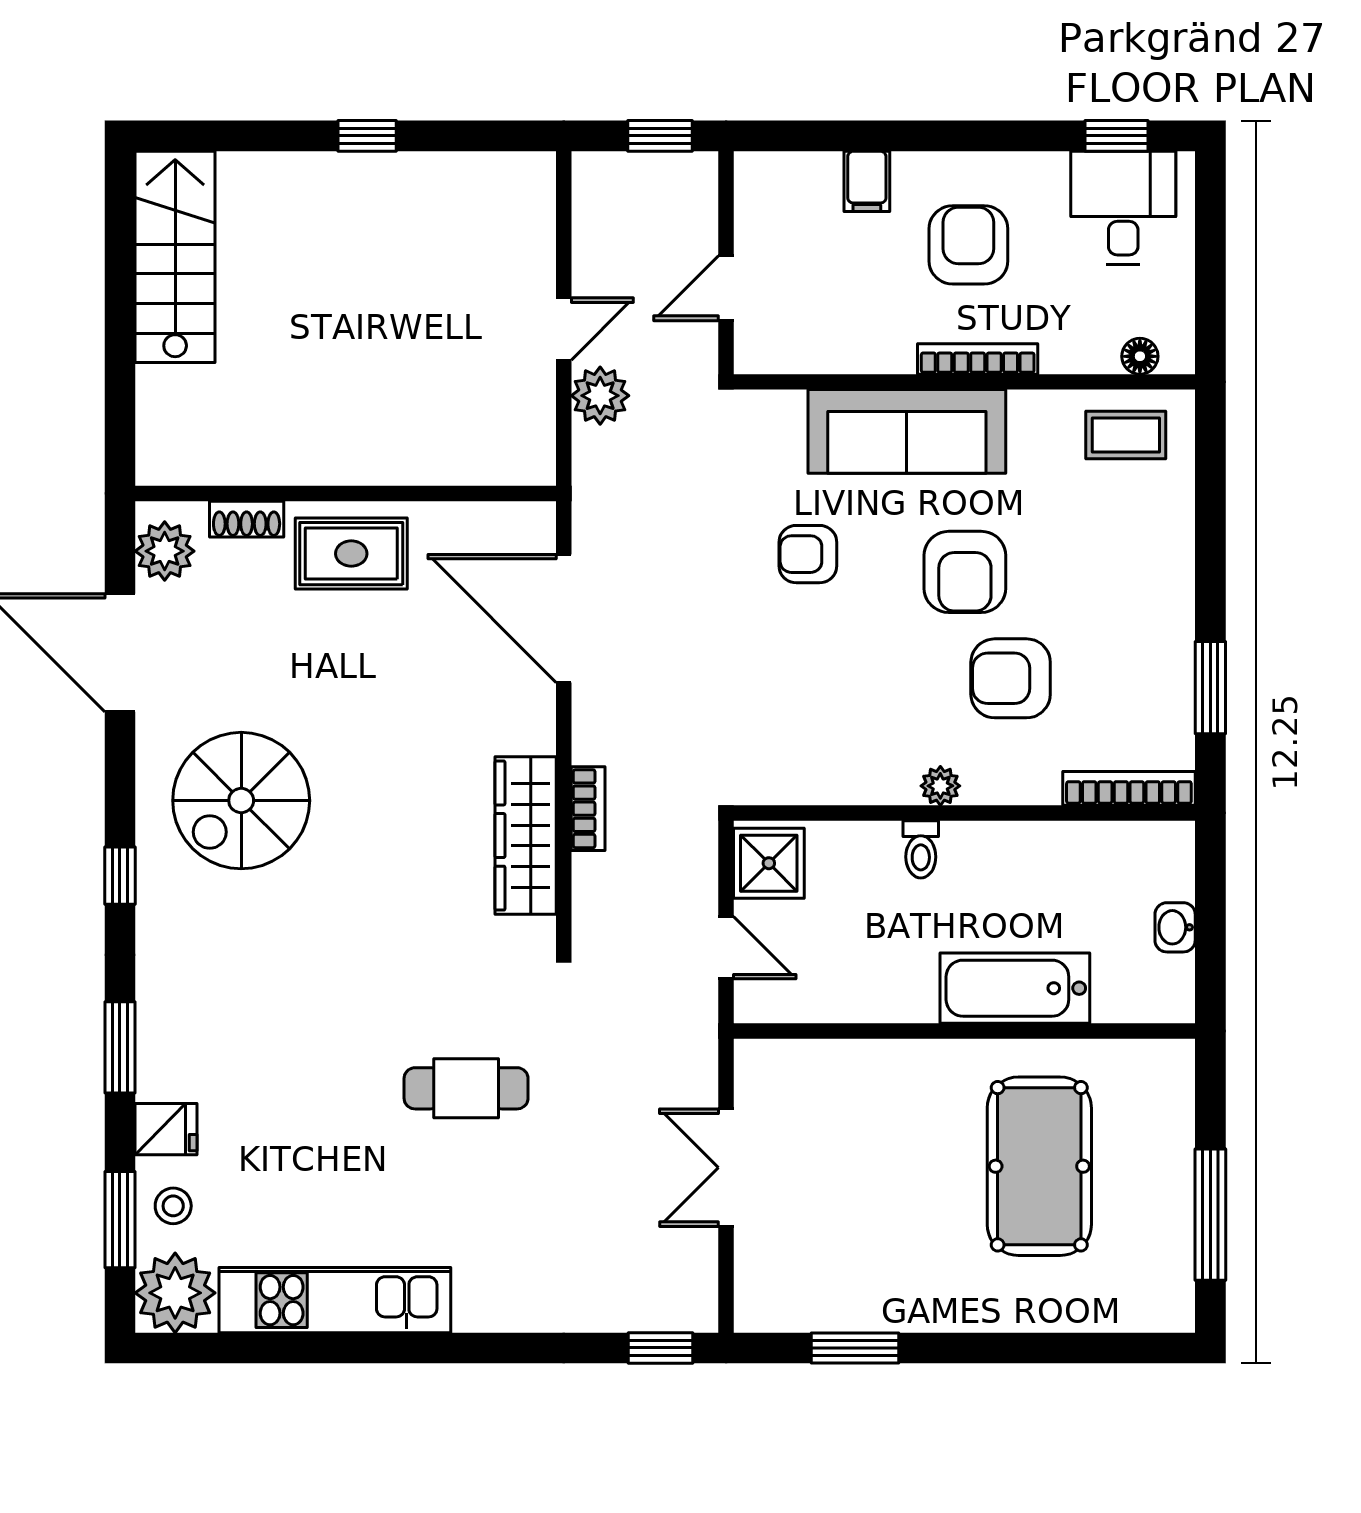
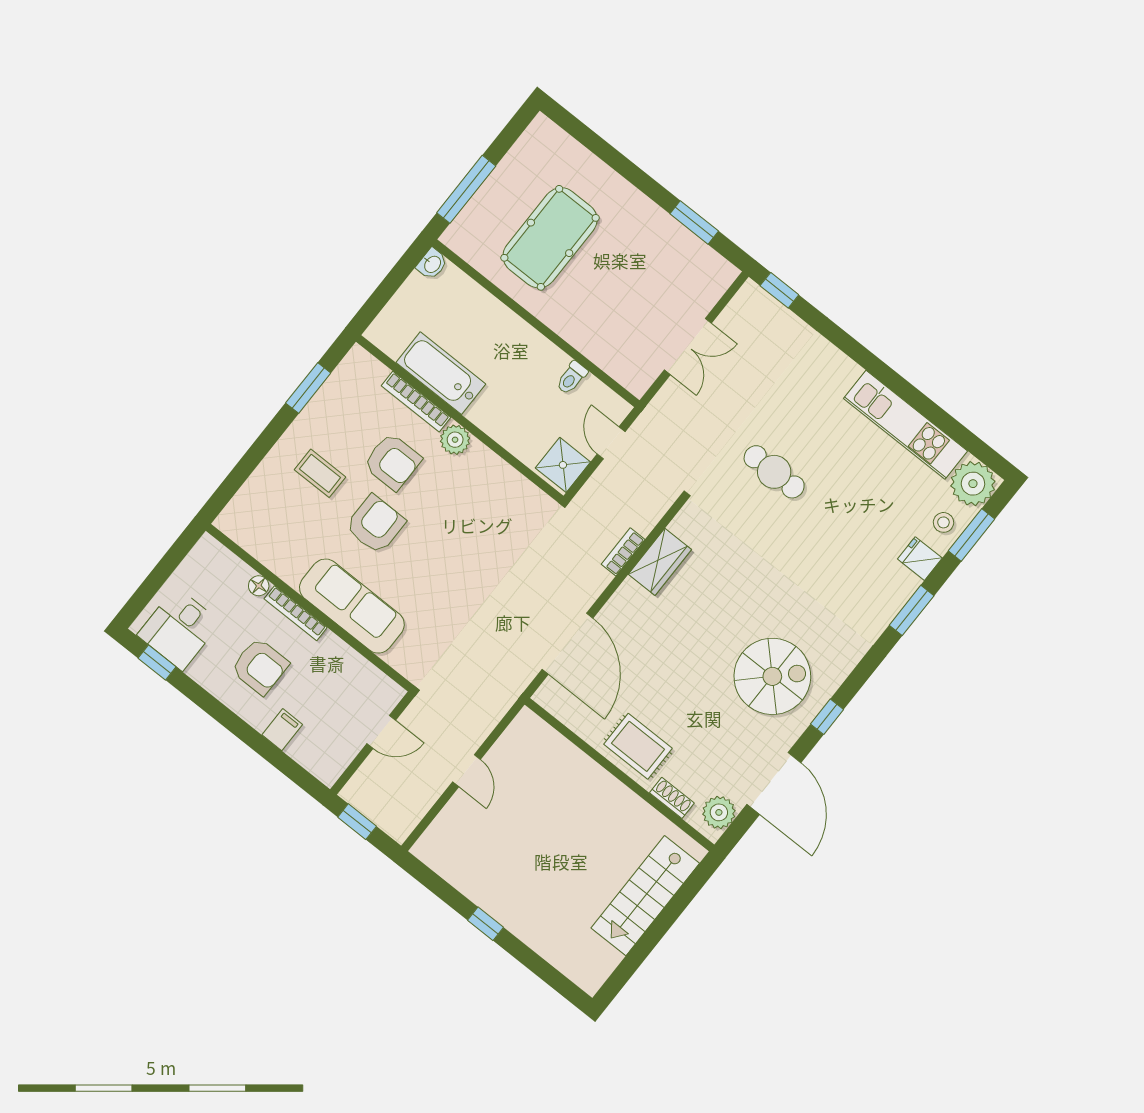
armchair: (968, 245) -> (260, 666), turned -90
stairs: (175, 257) -> (645, 896), moved
door: (564, 329) -> (467, 771), swing flipped
floor lamp: (1140, 356) -> (259, 586), moved
plant: (600, 396) -> (474, 729), removed
coffee table: (1126, 435) -> (320, 473), moved
armchair: (808, 554) -> (438, 587), removed
plant: (940, 786) -> (455, 440), width x1.38, depth x1.38
bookcase: (1129, 788) -> (416, 402), moved
wardrobe: (526, 836) -> (660, 562), width x0.67
toilet: (921, 849) -> (572, 378), moved, turned 180
window: (120, 876) -> (827, 717), moved
washbasin: (1175, 927) -> (432, 264), moved
bathtub: (1015, 988) -> (441, 373), moved, turned 180
window: (1210, 1215) -> (466, 189), moved

